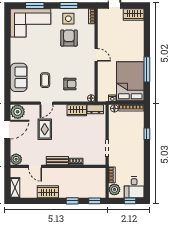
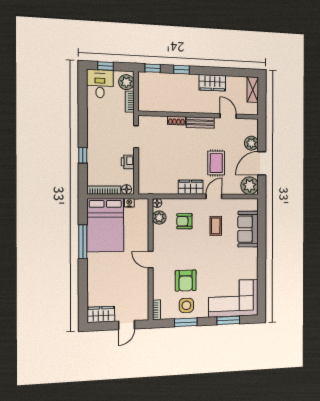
plant: (90, 87) -> (159, 218), added
dresser: (95, 109) -> (152, 188), removed
wardrobe: (77, 110) -> (191, 187), moved
printer: (113, 129) -> (128, 162), added
plant: (16, 159) -> (251, 143), moved

